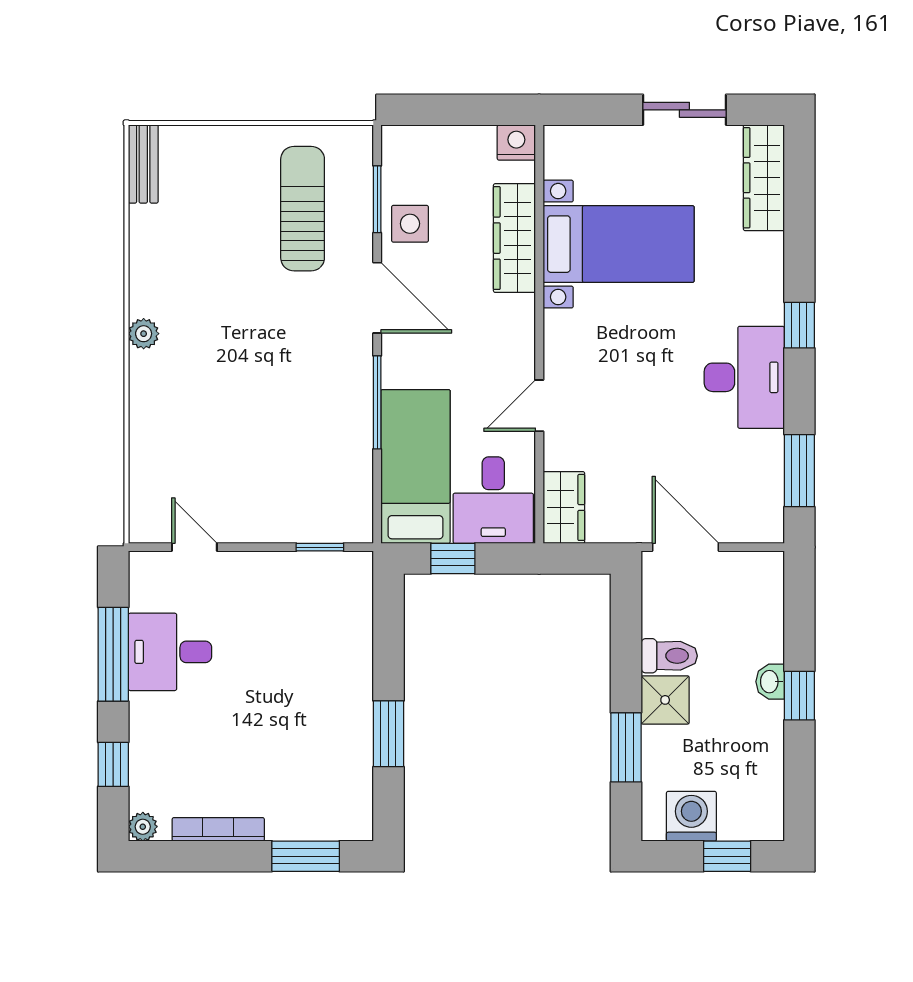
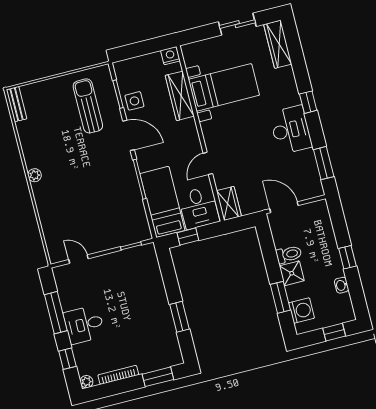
desk: (170, 652) -> (84, 325), moved
washbasin: (770, 682) -> (342, 285), moved
washing machine: (691, 816) -> (302, 311), moved, turned 90

